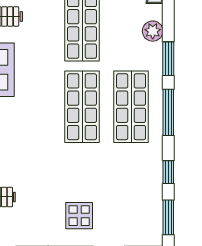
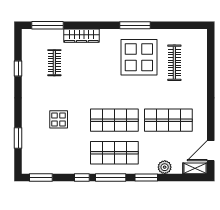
window: (168, 172) -> (82, 178), moved
display table: (79, 216) -> (59, 119), moved

